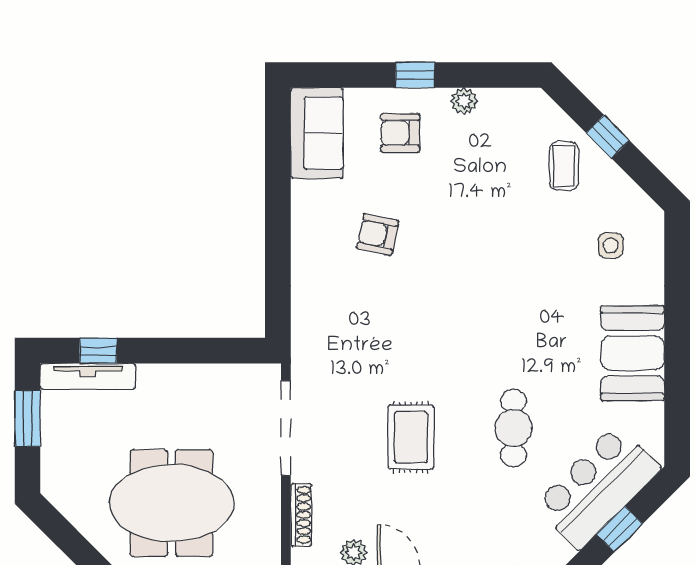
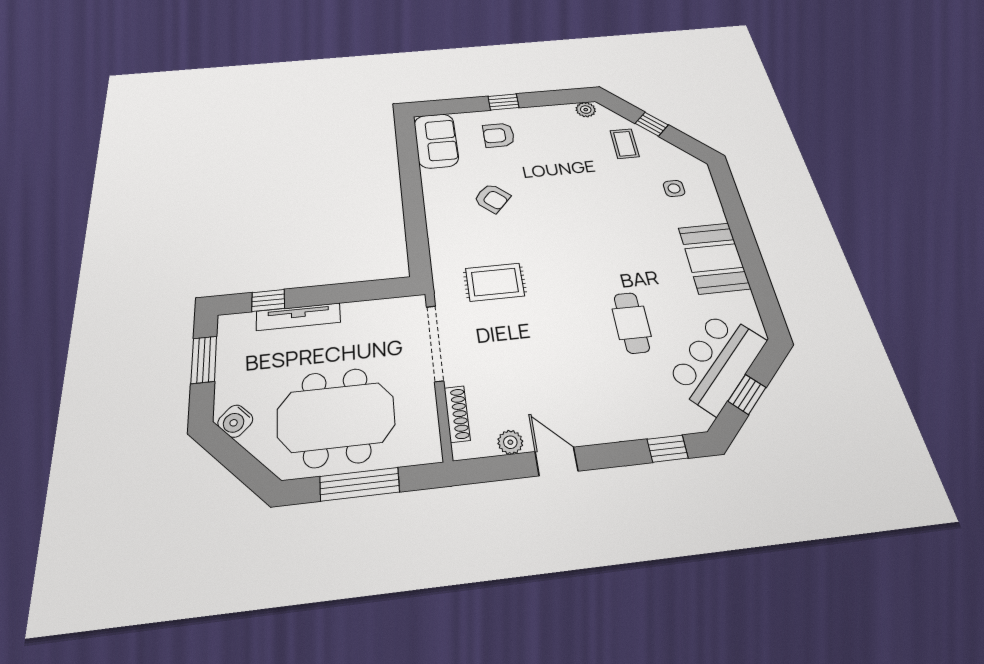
plant: (464, 101) -> (586, 110), moved
armchair: (378, 234) -> (492, 198), turned -150
tv unit: (88, 376) -> (298, 317), moved
rug: (411, 437) -> (495, 282), moved, turned 90
water cooler: (64, 495) -> (235, 421), added

